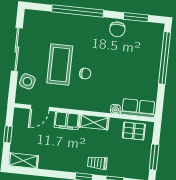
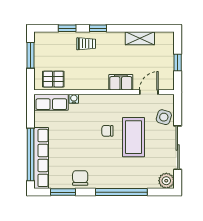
plant: (32, 18) -> (166, 181), added
row of seats: (154, 53) -> (41, 158), added
shelving: (94, 122) -> (94, 84), removed
shelving: (23, 161) -> (140, 38), moved

